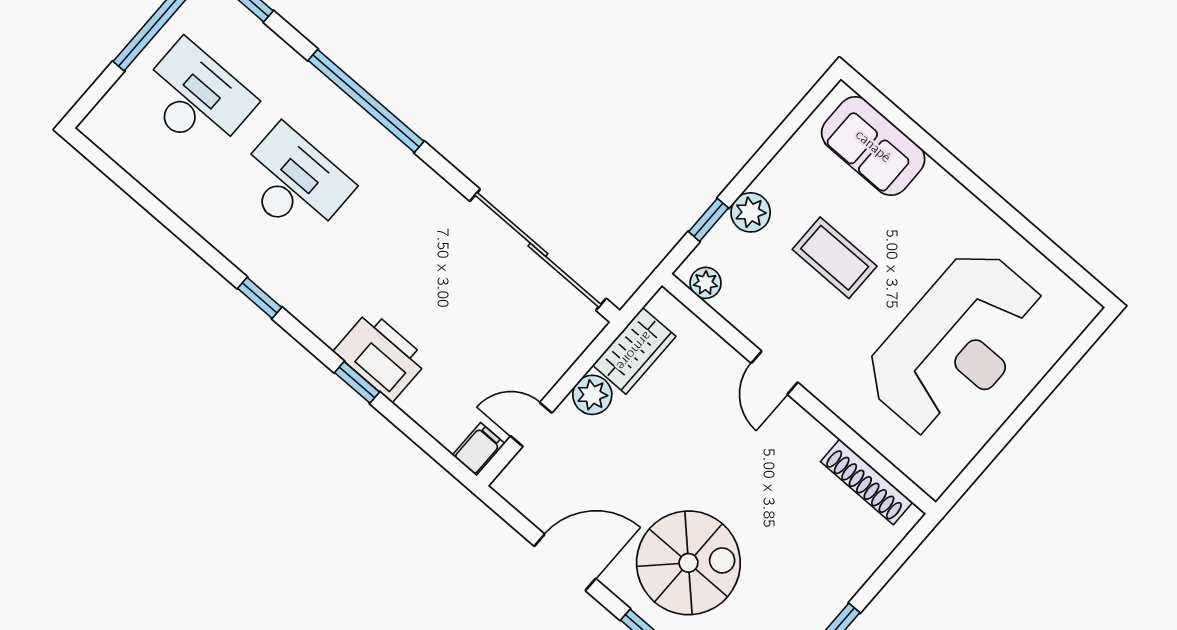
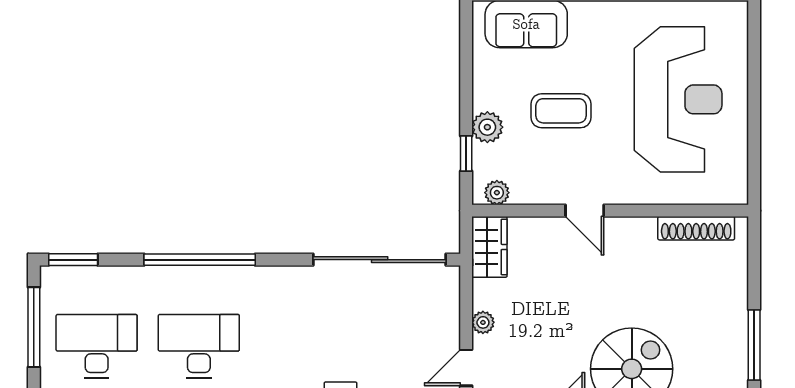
wardrobe: (634, 351) -> (489, 247), moved
plant: (592, 395) -> (483, 322), width x0.73, depth x0.73

